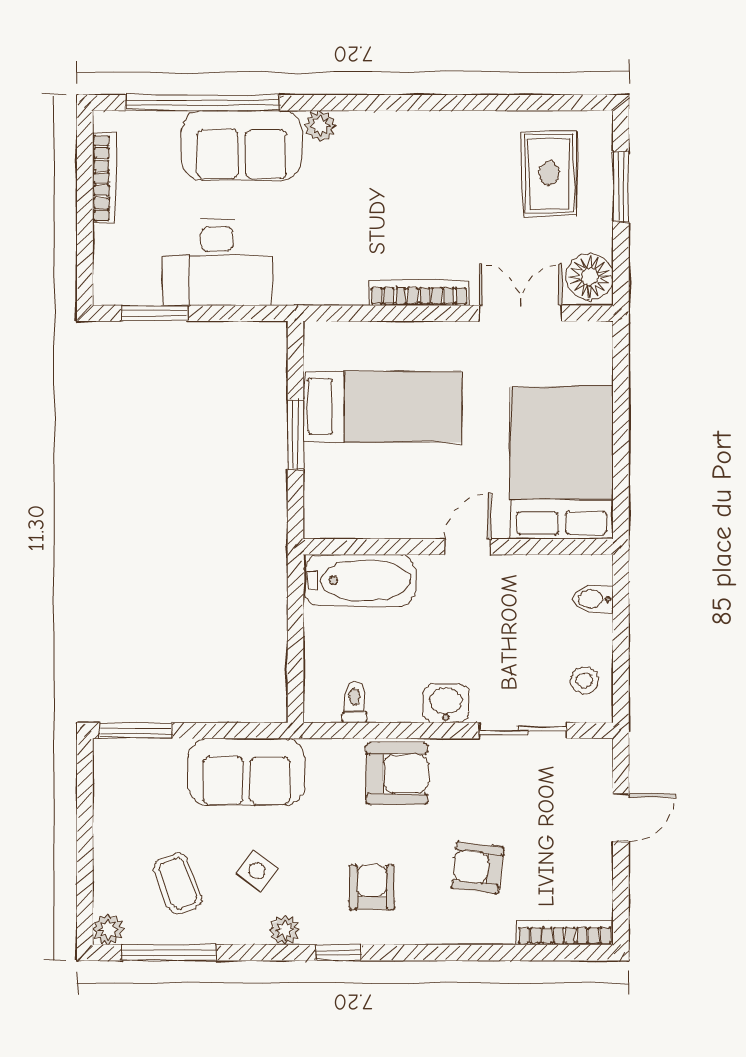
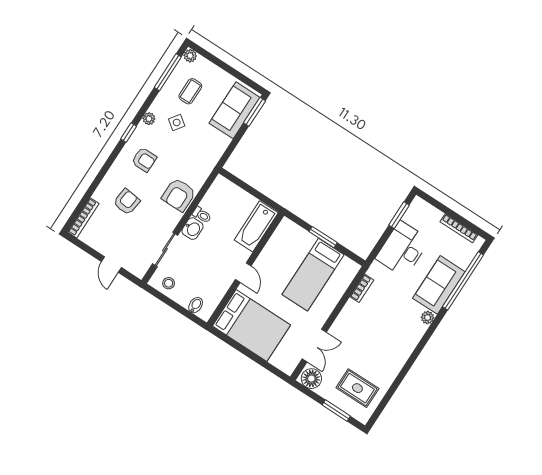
bookcase: (419, 293) -> (362, 288), moved, width x0.64
toilet: (354, 702) -> (202, 215), moved
sofa: (246, 772) -> (235, 110), moved
coffee table: (178, 884) -> (190, 91), turned -69

